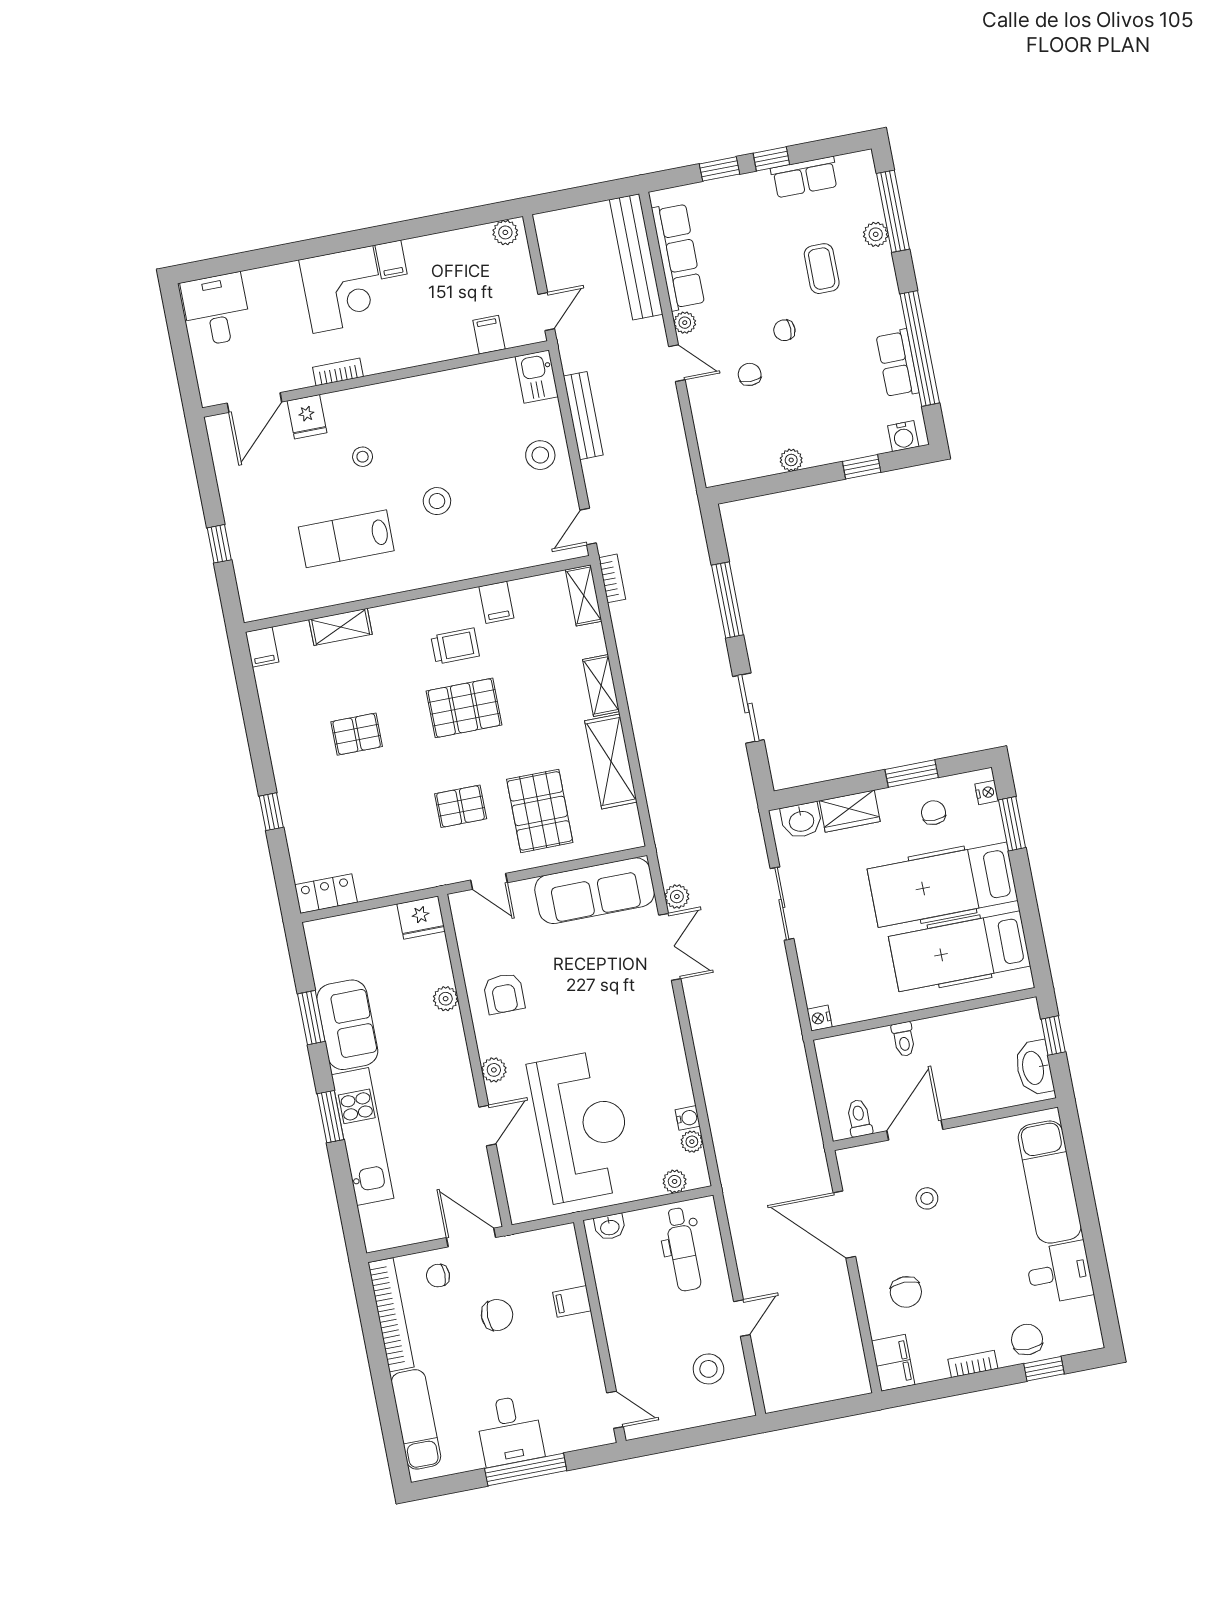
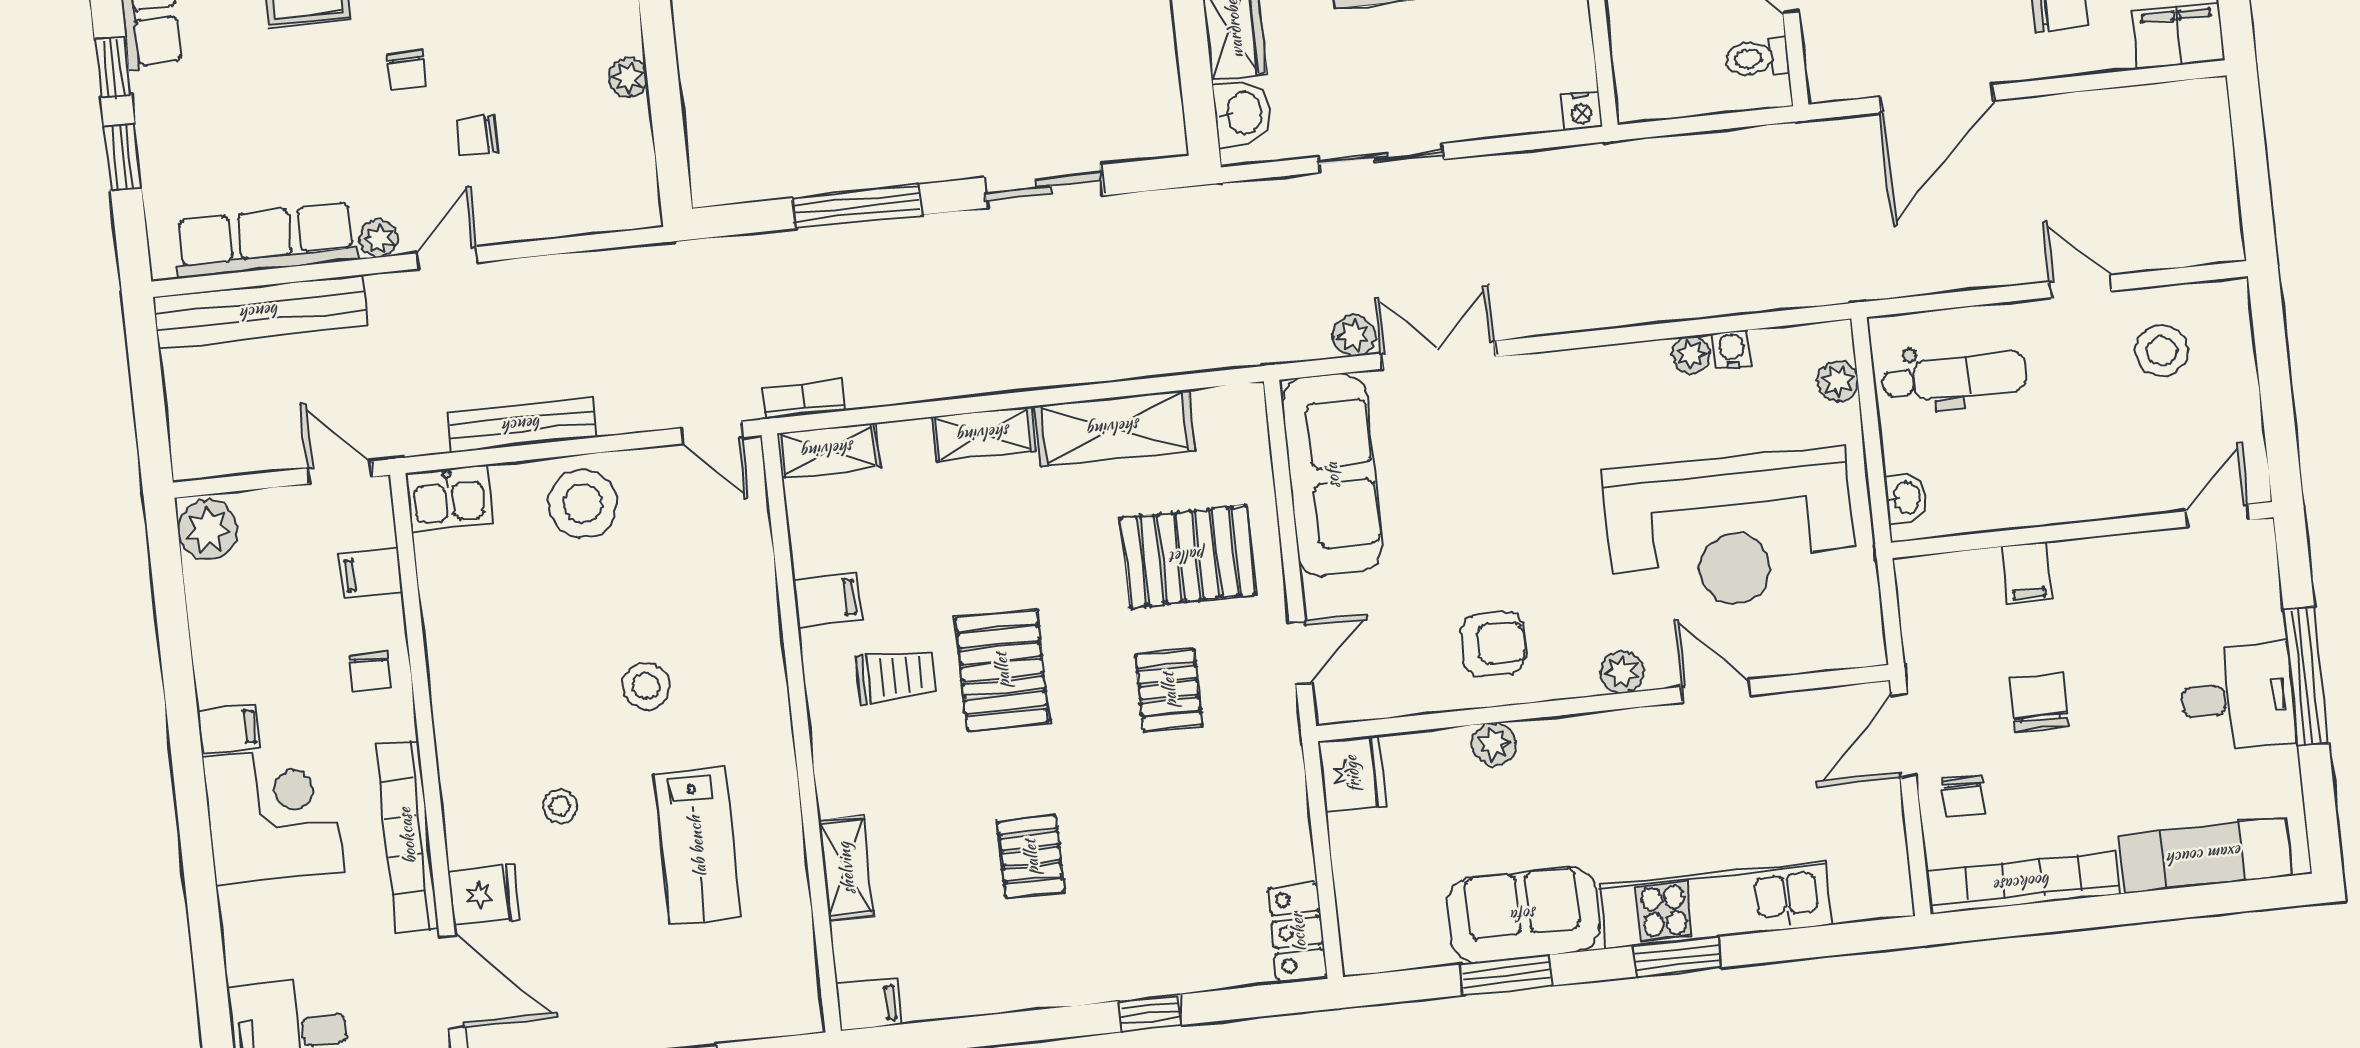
plant: (505, 232) -> (208, 530), width x1.38, depth x1.38
chair: (432, 339) -> (370, 671), added
bookcase: (338, 372) -> (407, 836), width x2.31, depth x1.31
stool: (540, 455) -> (583, 504), width x1.38, depth x1.38
trolley: (455, 646) -> (895, 676), turned 90
reception desk: (582, 1126) -> (1731, 531), turned 180
plant: (692, 1142) -> (1691, 355), moved

